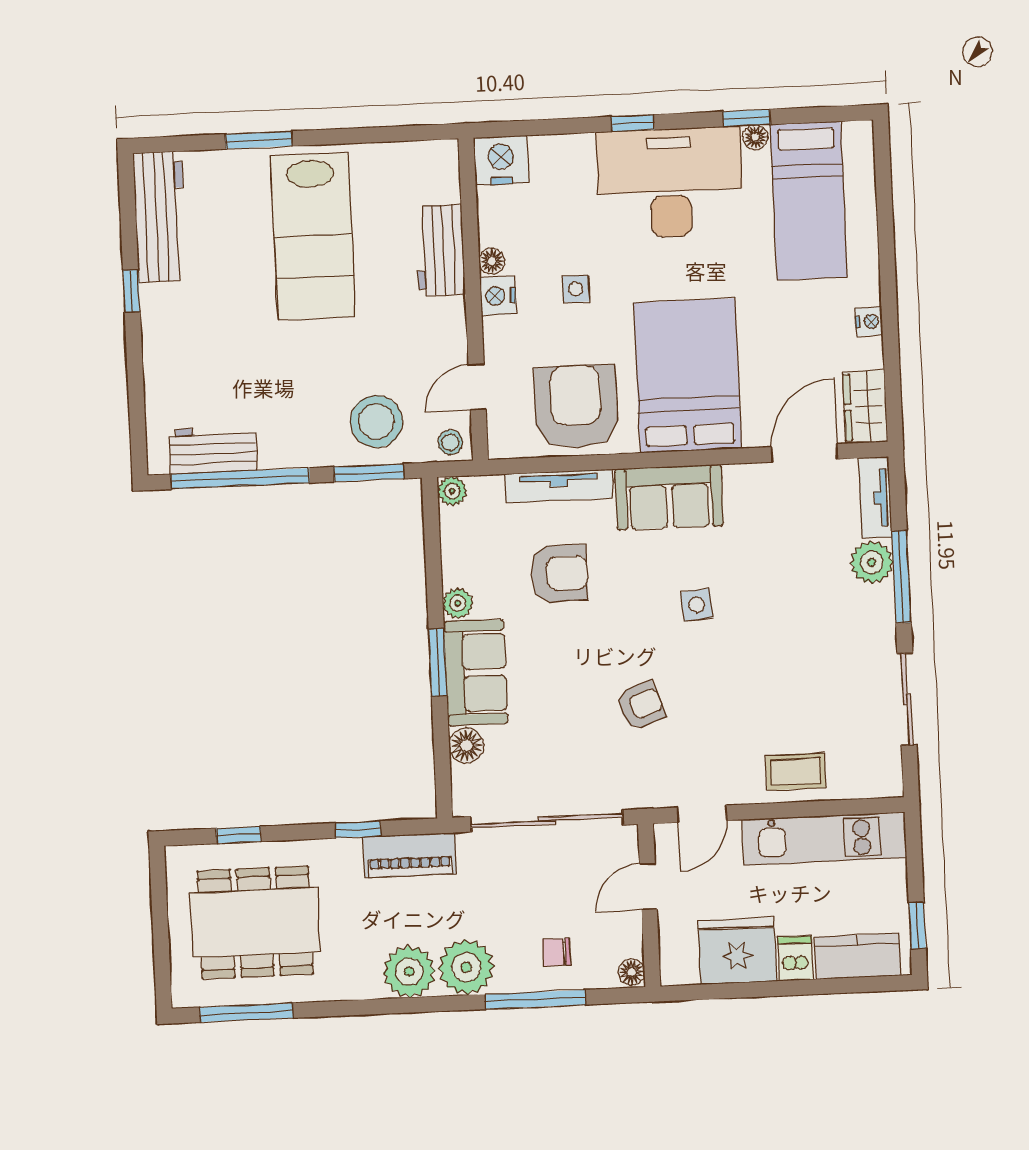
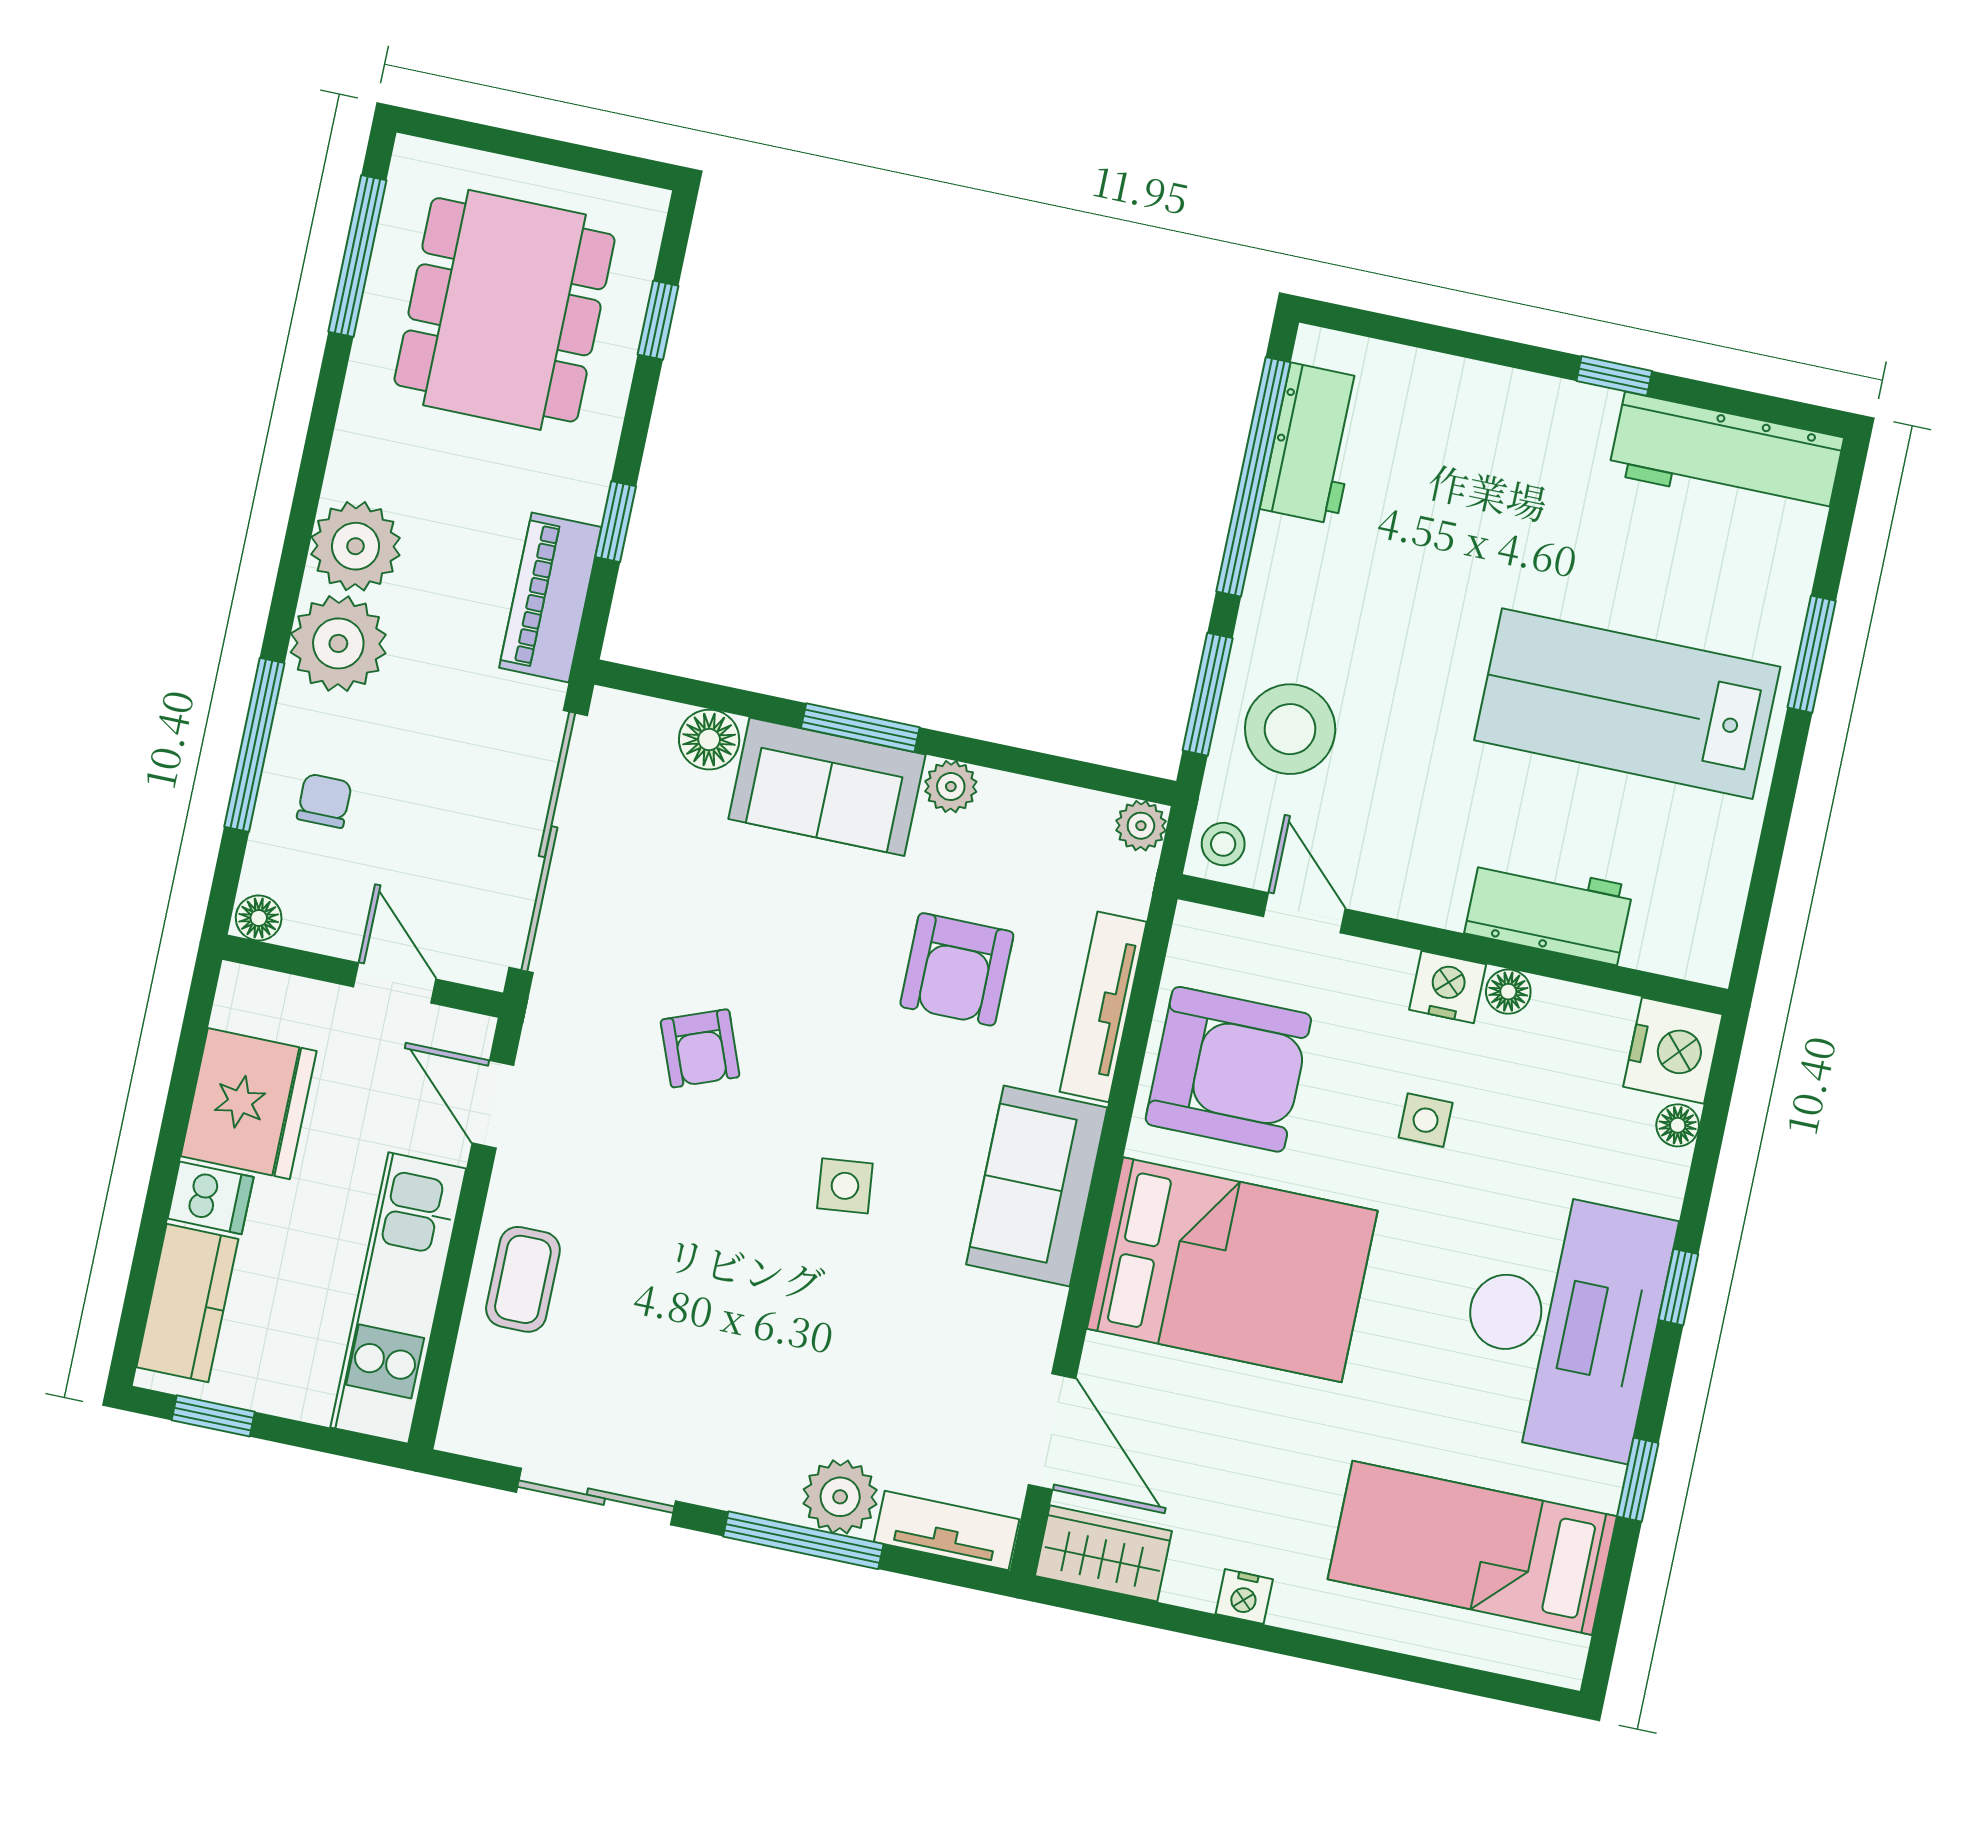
floor lamp: (755, 137) -> (1678, 1125), moved

